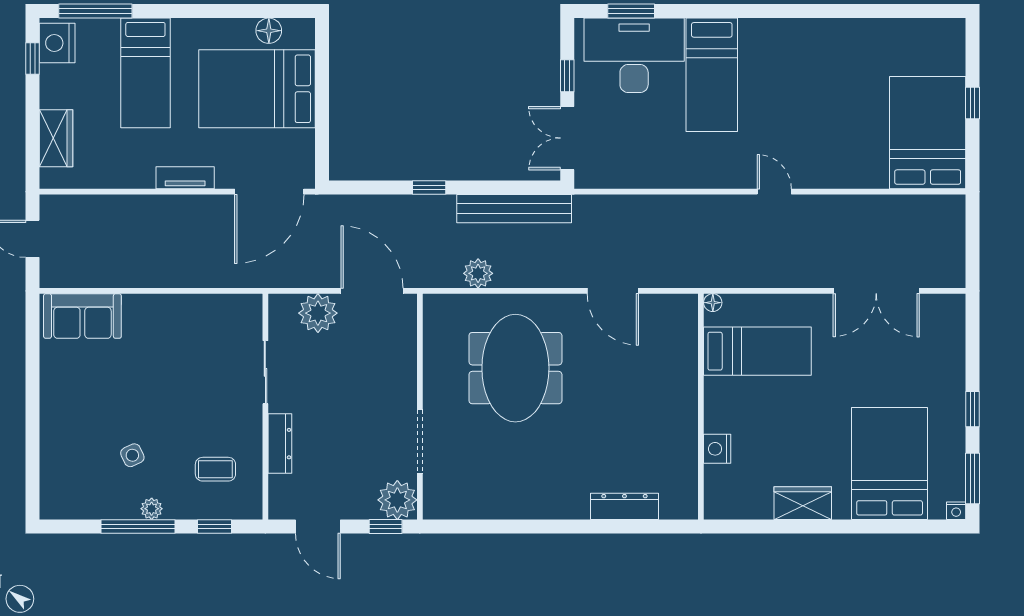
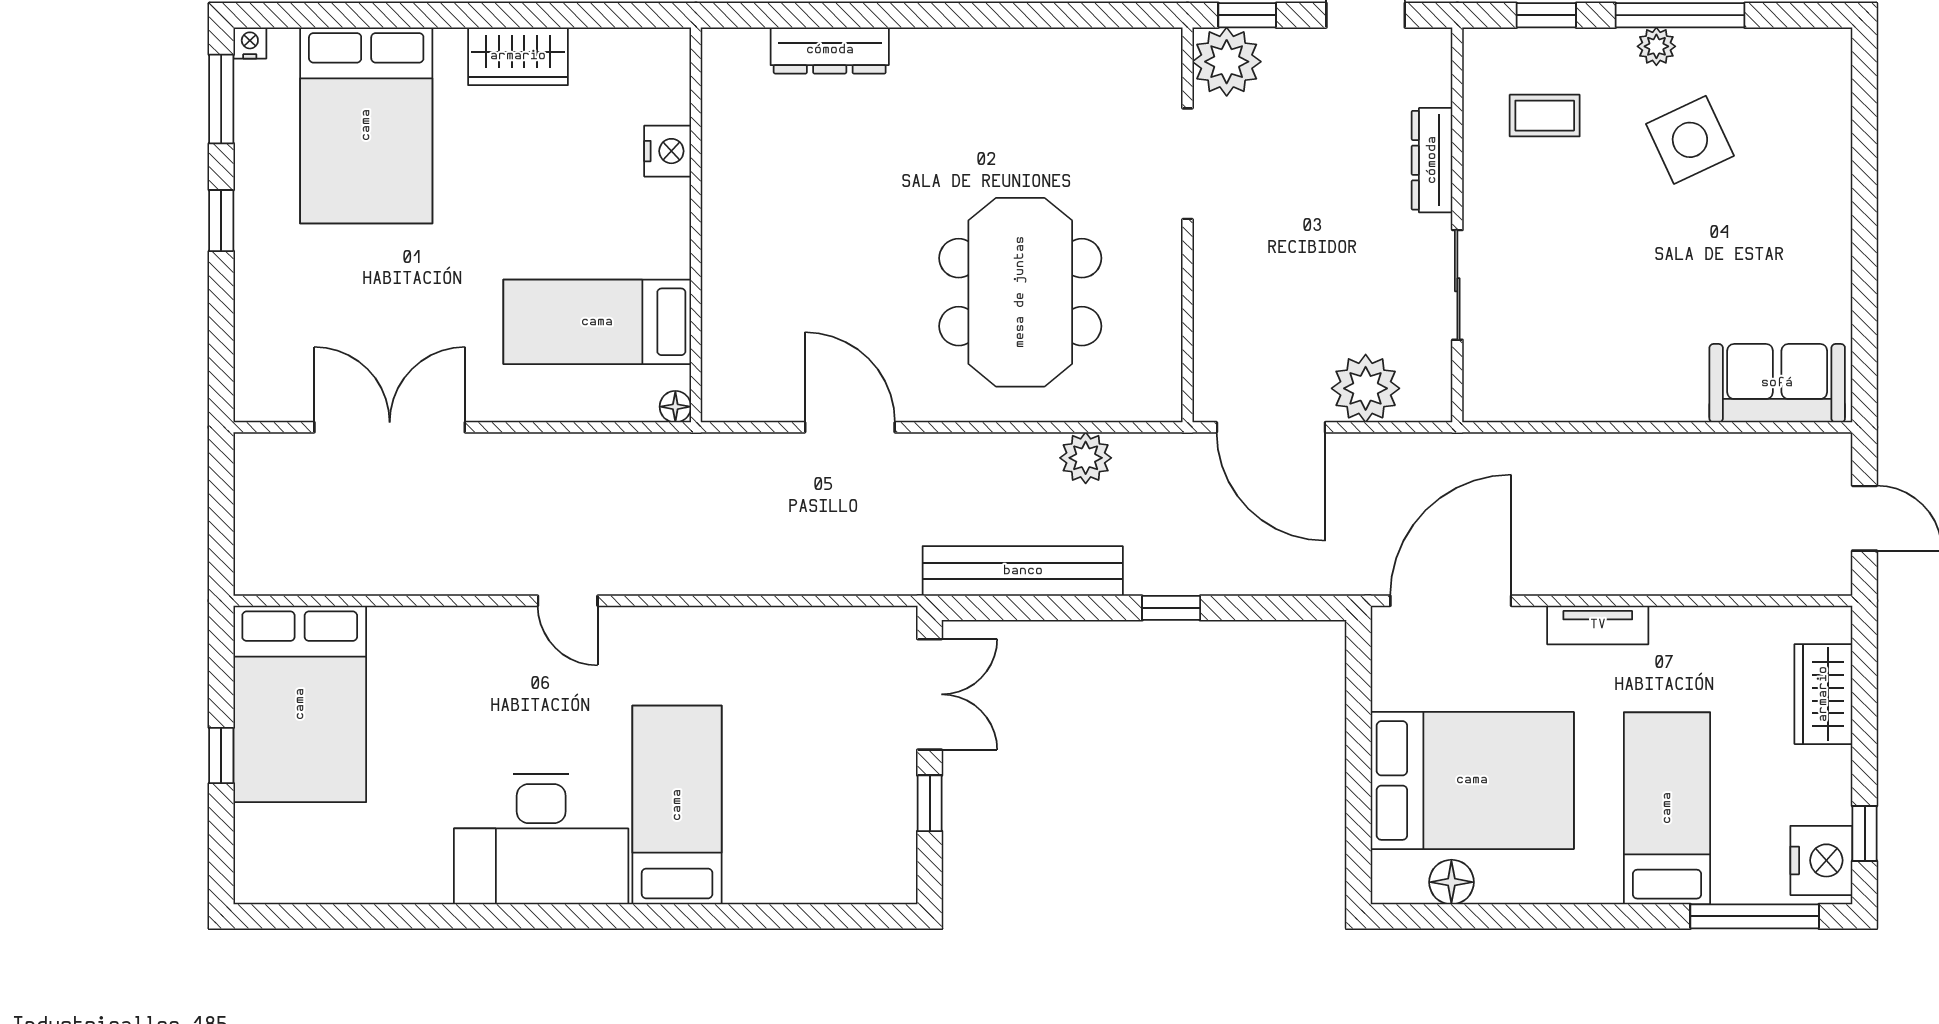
window: (631, 11) -> (818, 916), removed
desk: (634, 55) -> (541, 839), moved
side table: (132, 455) -> (1690, 140), width x1.87, depth x1.87

